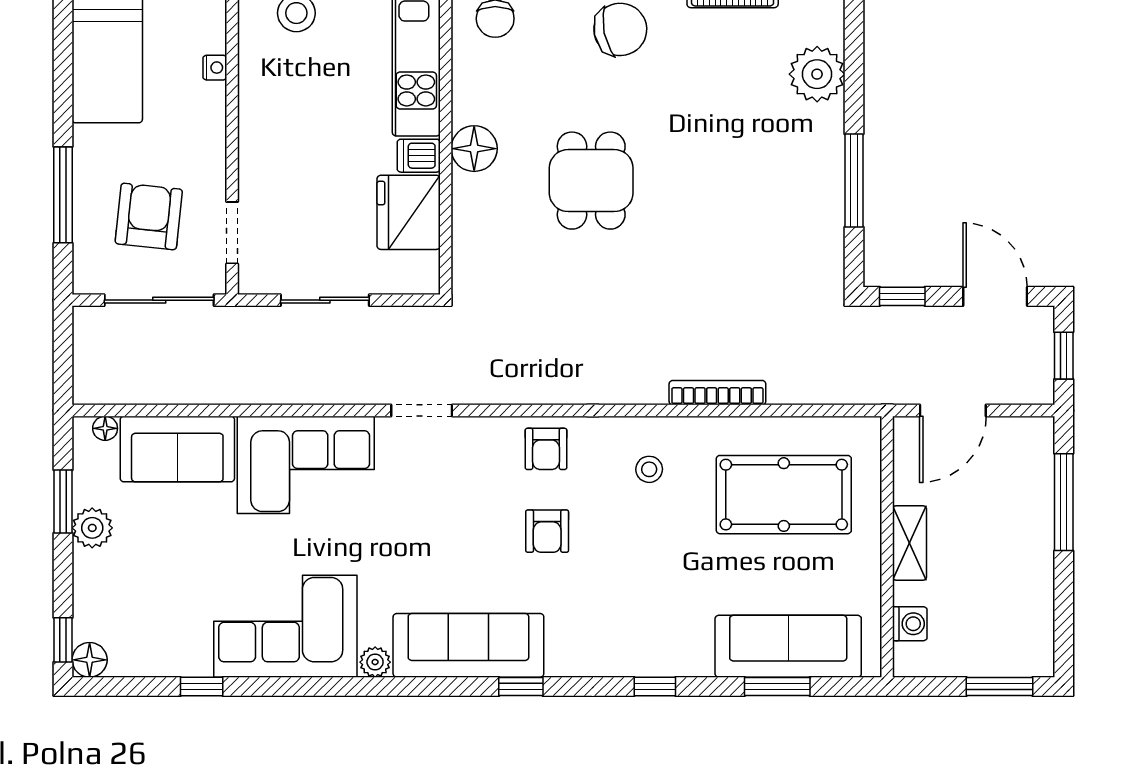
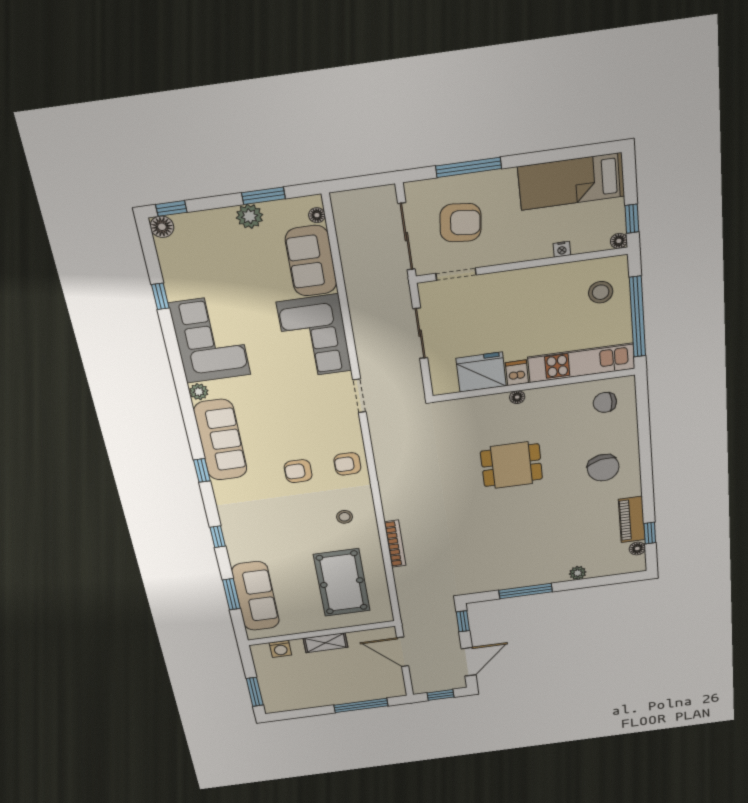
plant: (817, 74) -> (578, 573), width x0.53, depth x0.53
floor lamp: (474, 149) -> (517, 397), width x0.53, depth x0.53

